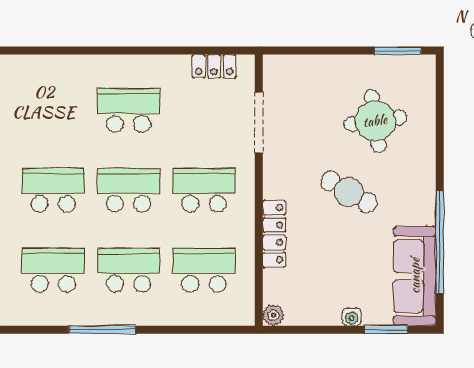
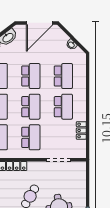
locker: (214, 66) -> (81, 130), moved
school desk: (53, 110) -> (63, 76), added

